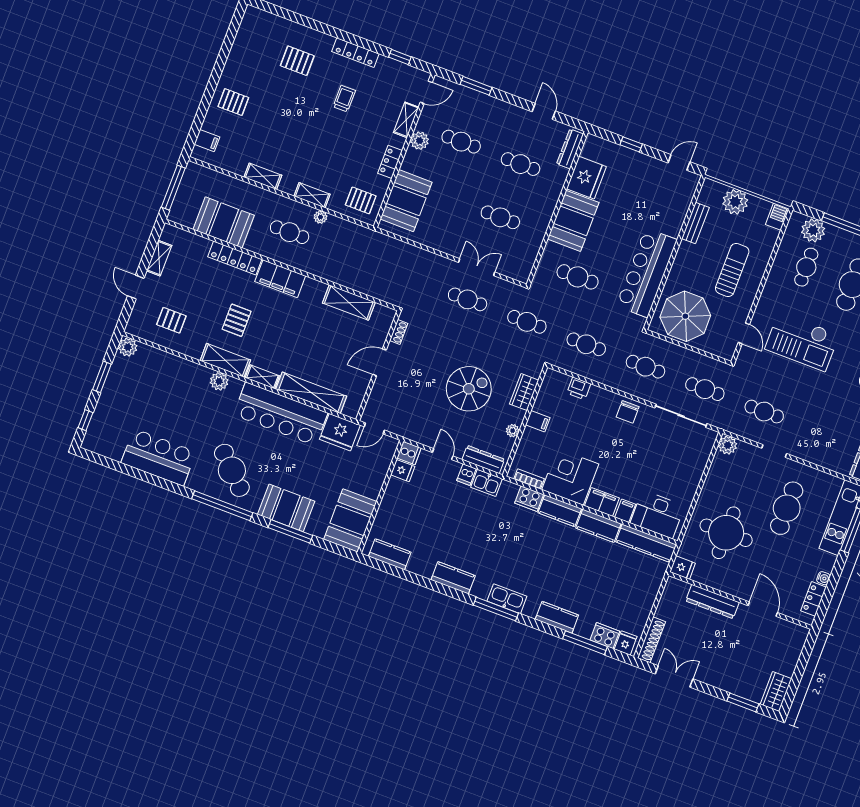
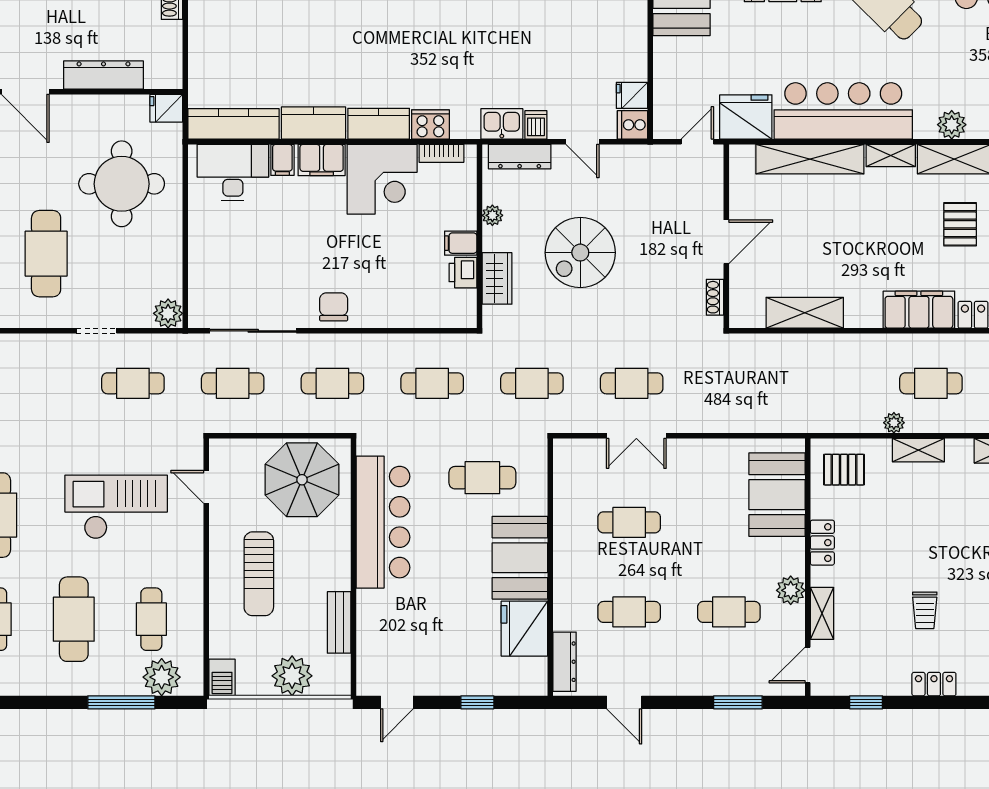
locker: (355, 53) -> (934, 684), width x0.66
printer: (579, 388) -> (463, 273), moved, turned -90

